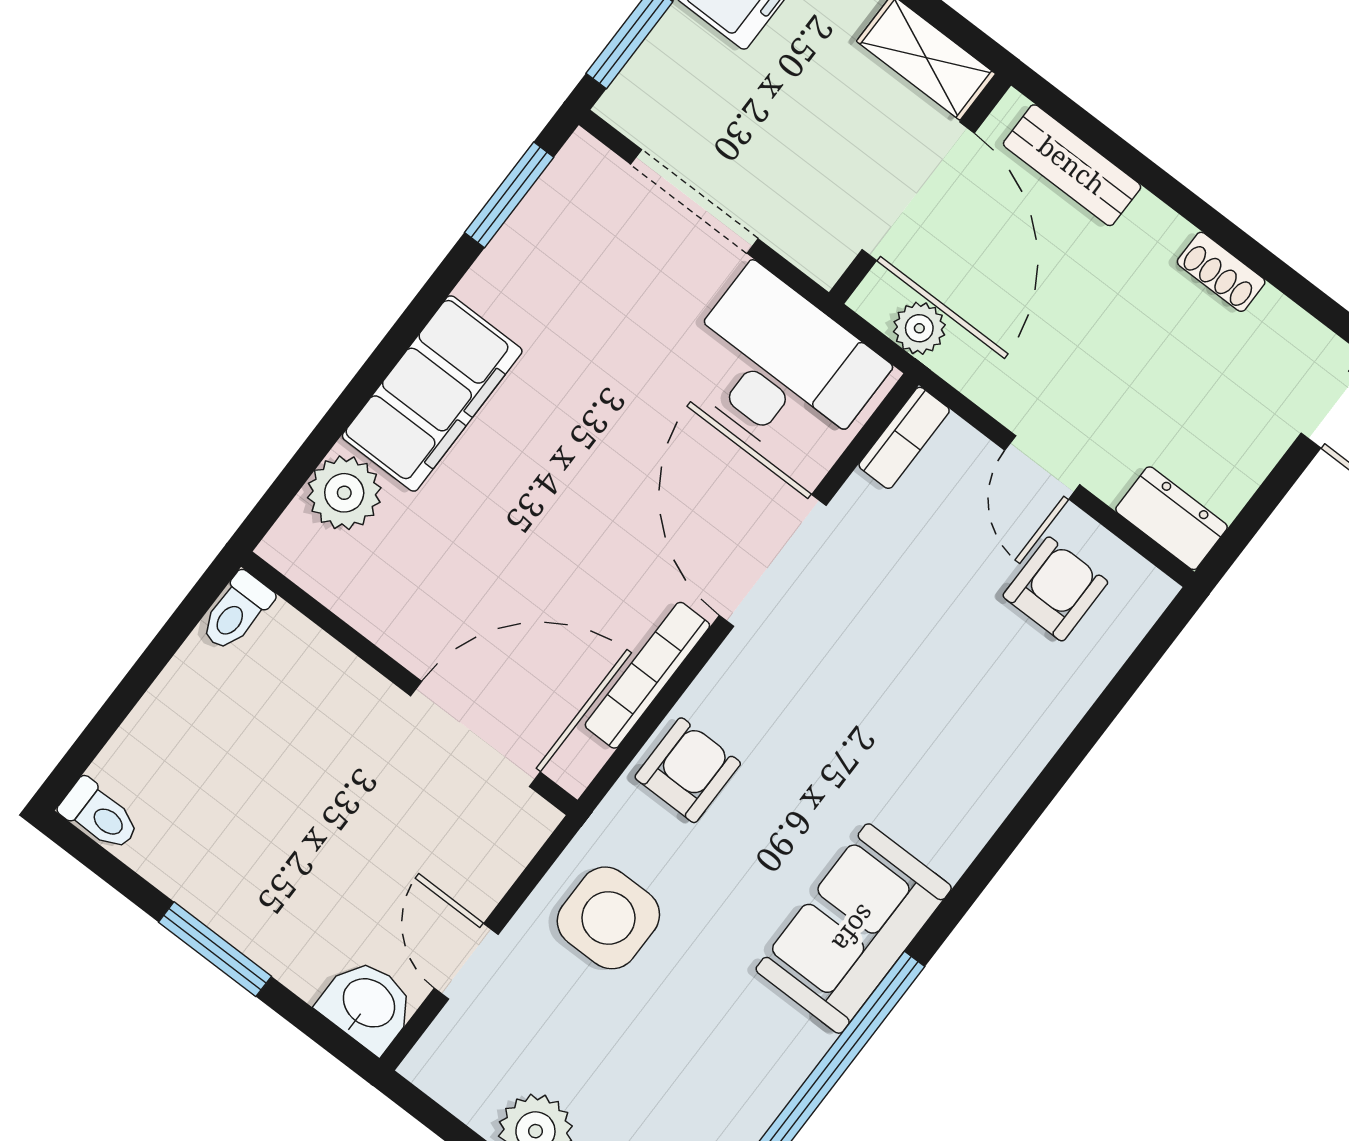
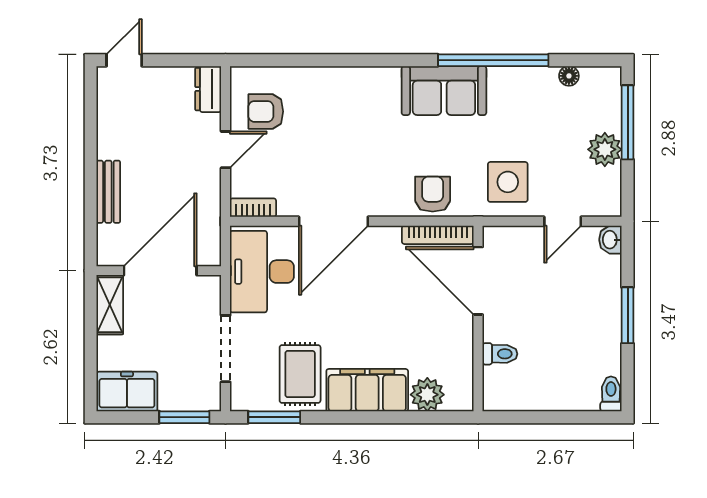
bench: (1072, 165) -> (108, 192), moved
shoe rack: (1221, 272) -> (106, 139), removed
rug: (550, 298) -> (300, 374), added
plant: (919, 328) -> (209, 232), removed
toilet: (236, 612) -> (500, 354), moved
bookcase: (647, 675) -> (438, 235), moved
armchair: (688, 770) -> (433, 194), turned 90
washbasin: (368, 1004) -> (610, 240), width x0.72, depth x0.69

